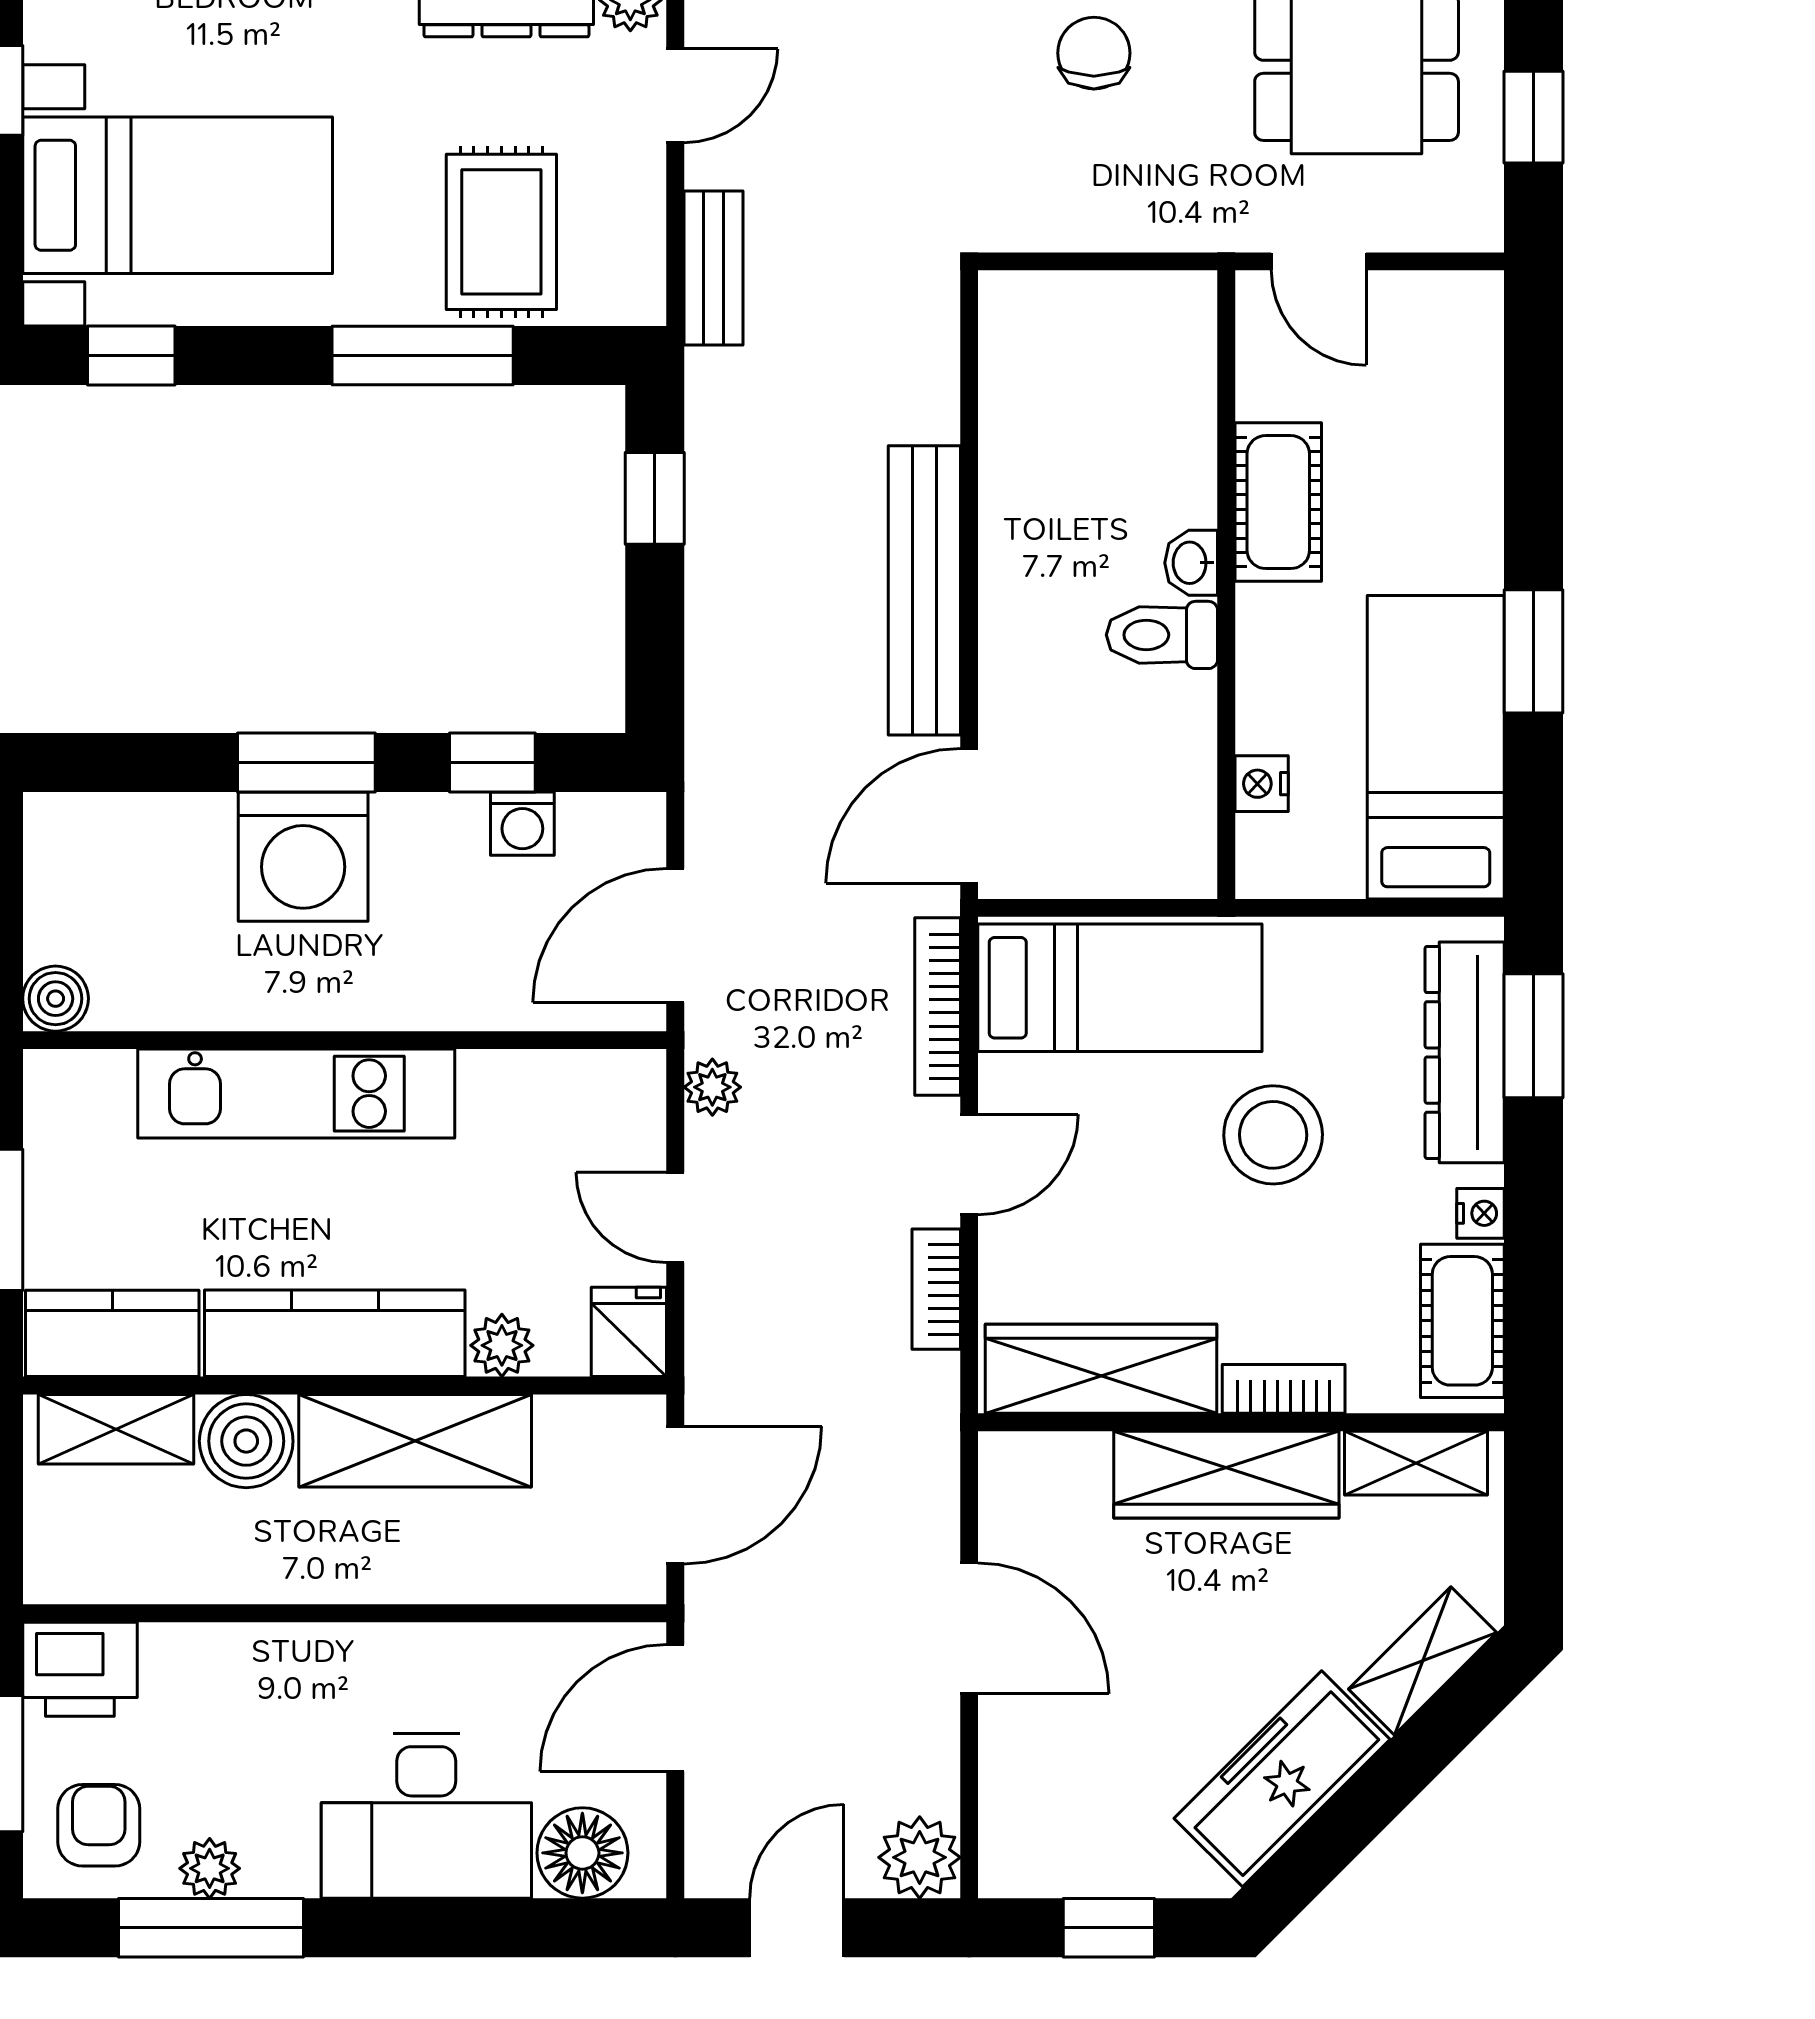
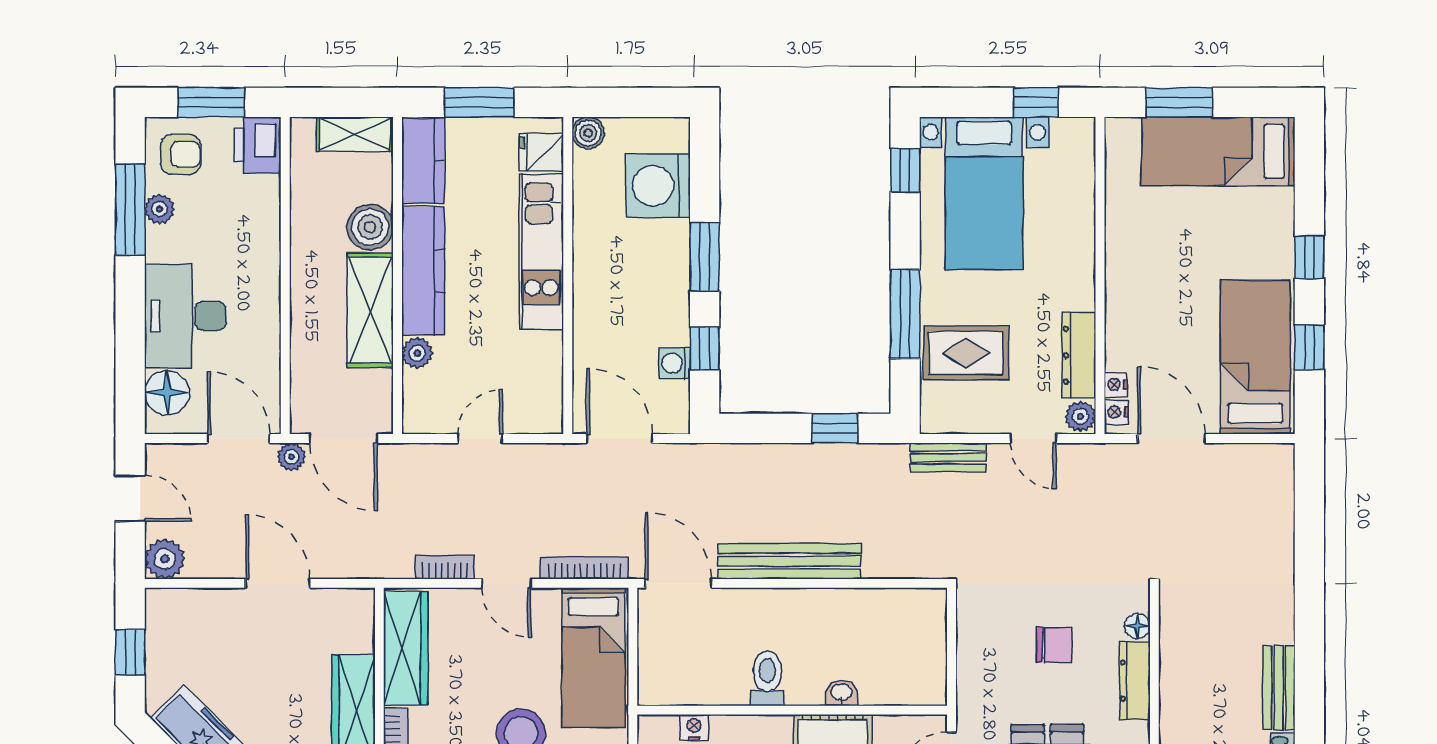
washbasin: (1191, 563) -> (841, 693), moved
washing machine: (303, 857) -> (658, 186), moved
plant: (712, 1087) -> (292, 457), moved
fridge: (629, 1332) -> (541, 152), moved, turned 180
shelving: (116, 1429) -> (355, 134), moved, turned 90
door: (969, 1628) -> (278, 583), swing flipped

